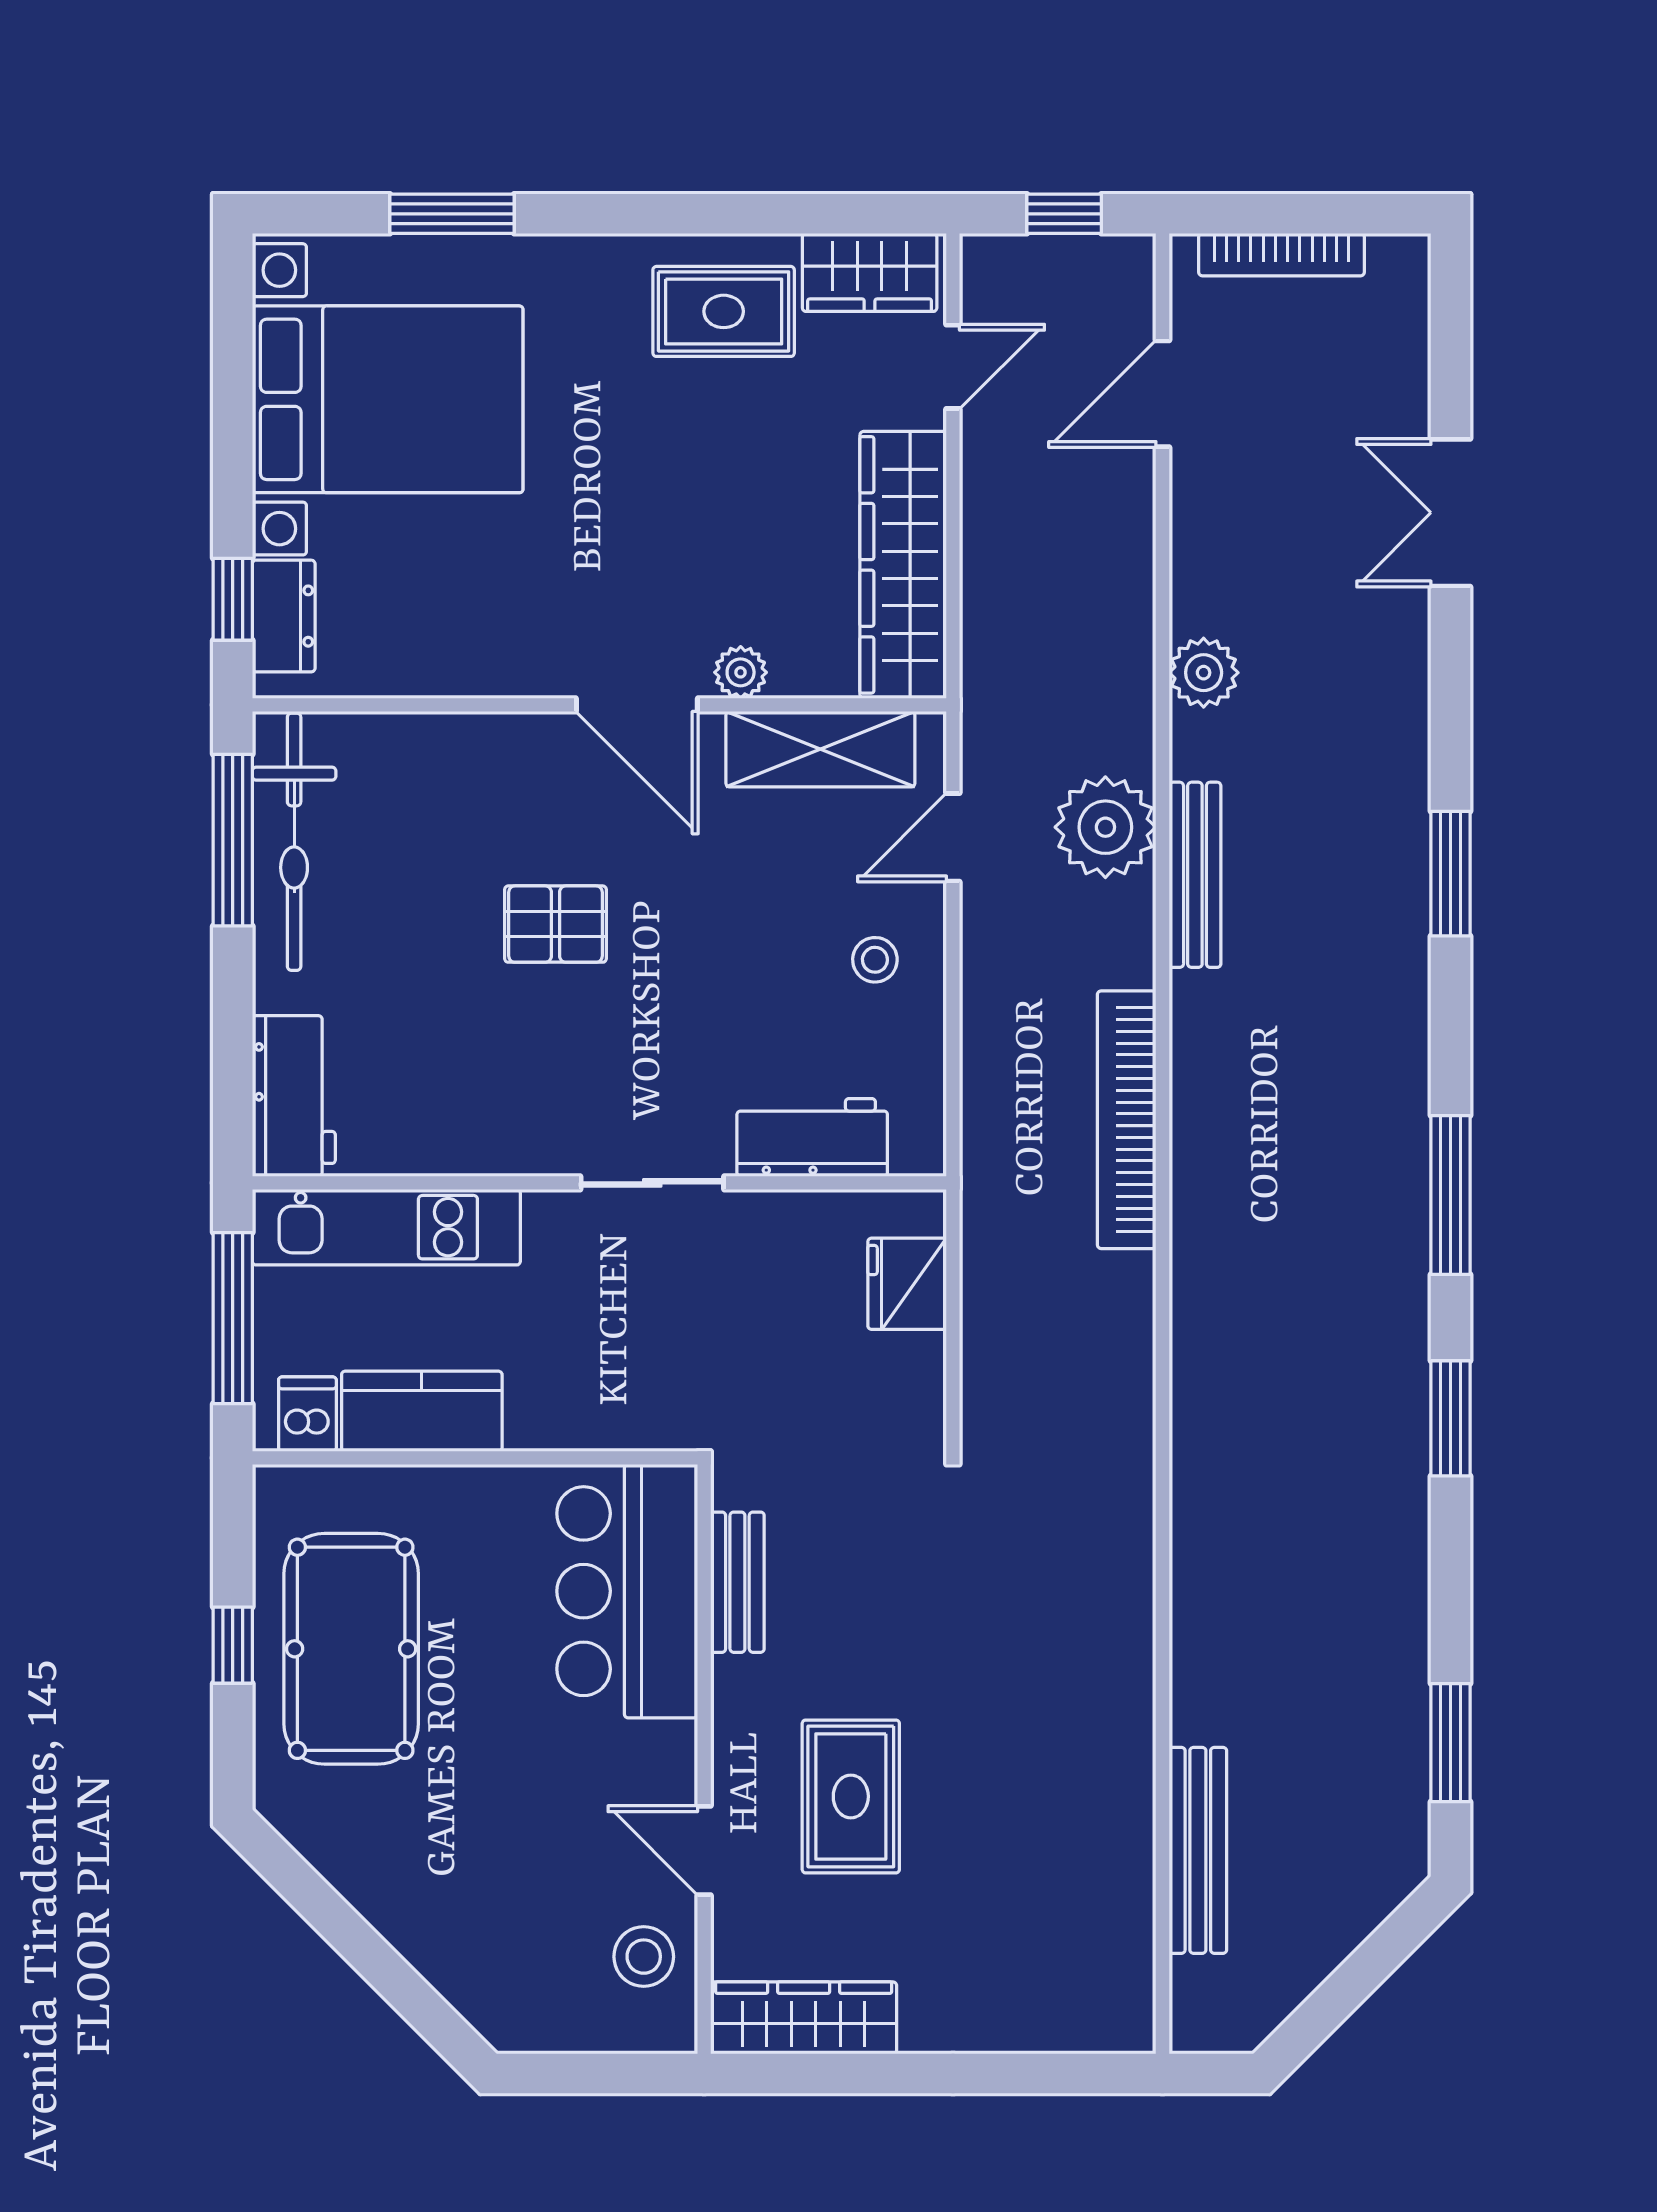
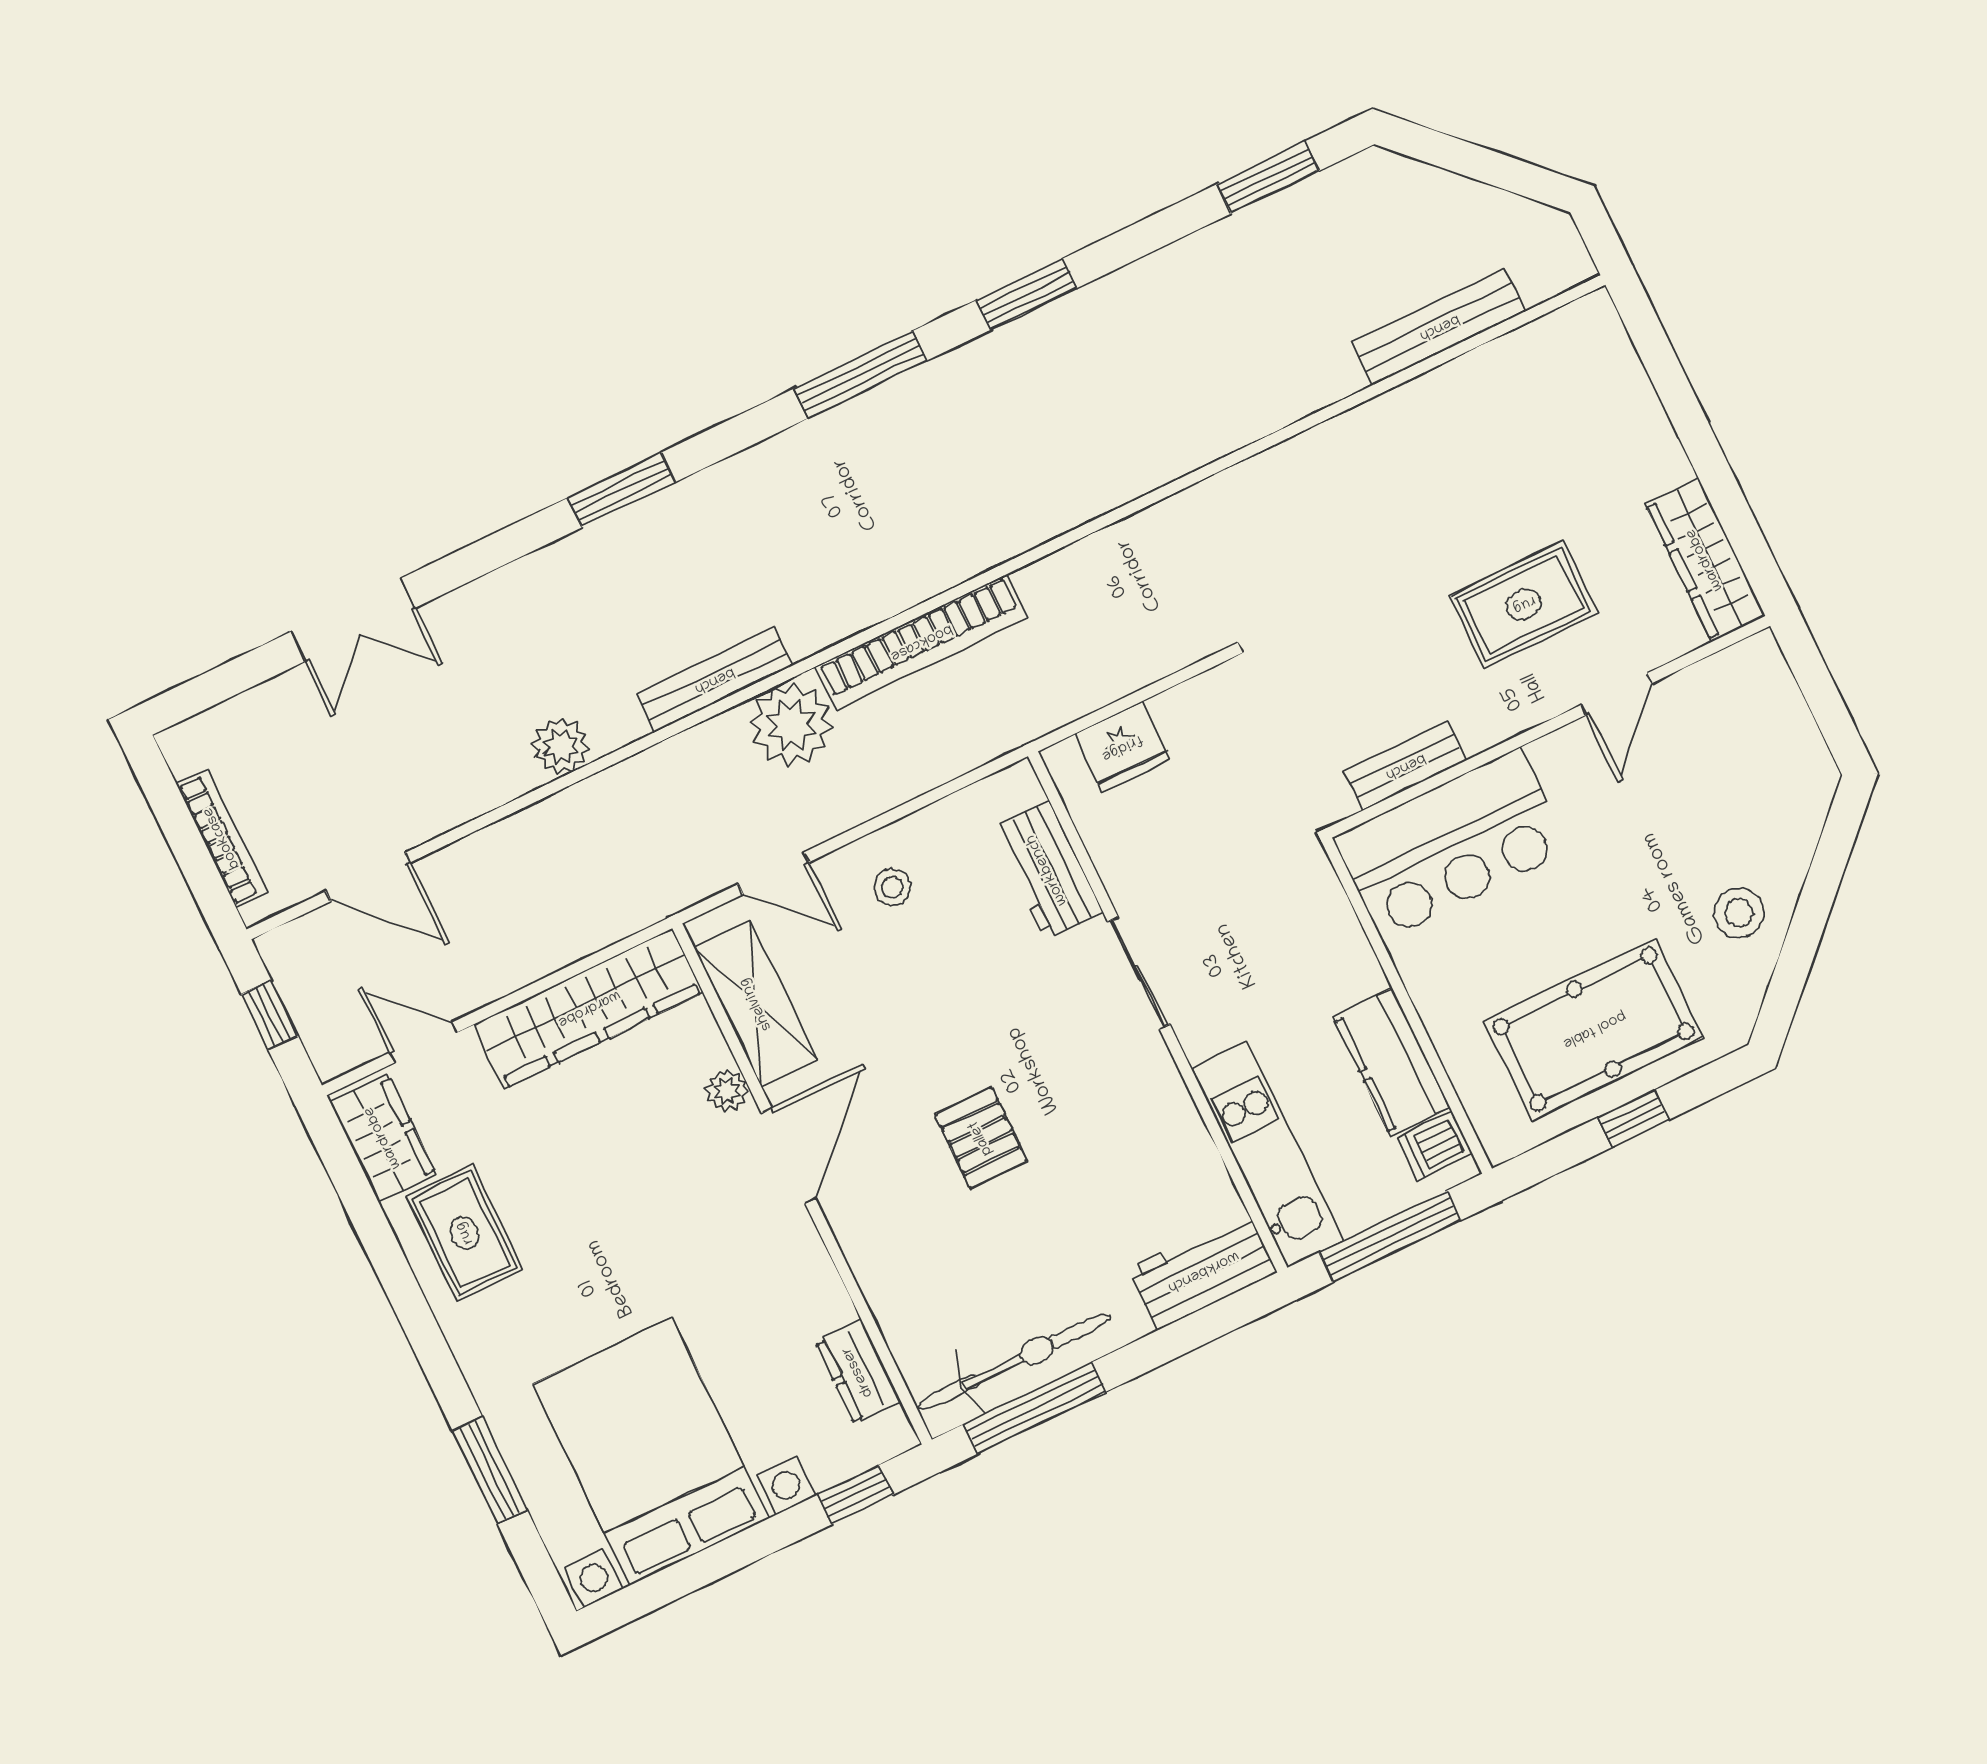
dresser: (284, 616) -> (858, 1372), moved, turned -90
plant: (1105, 827) -> (791, 725), moved
stool: (644, 1957) -> (1739, 913), moved

